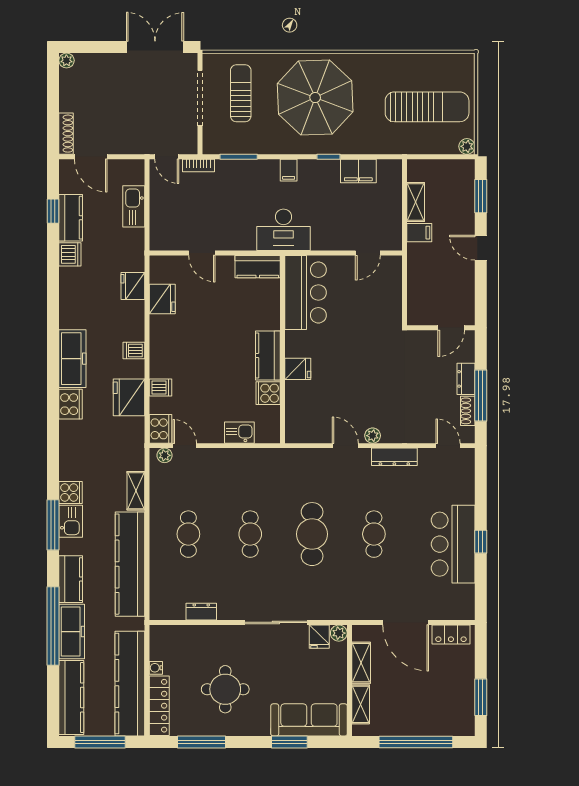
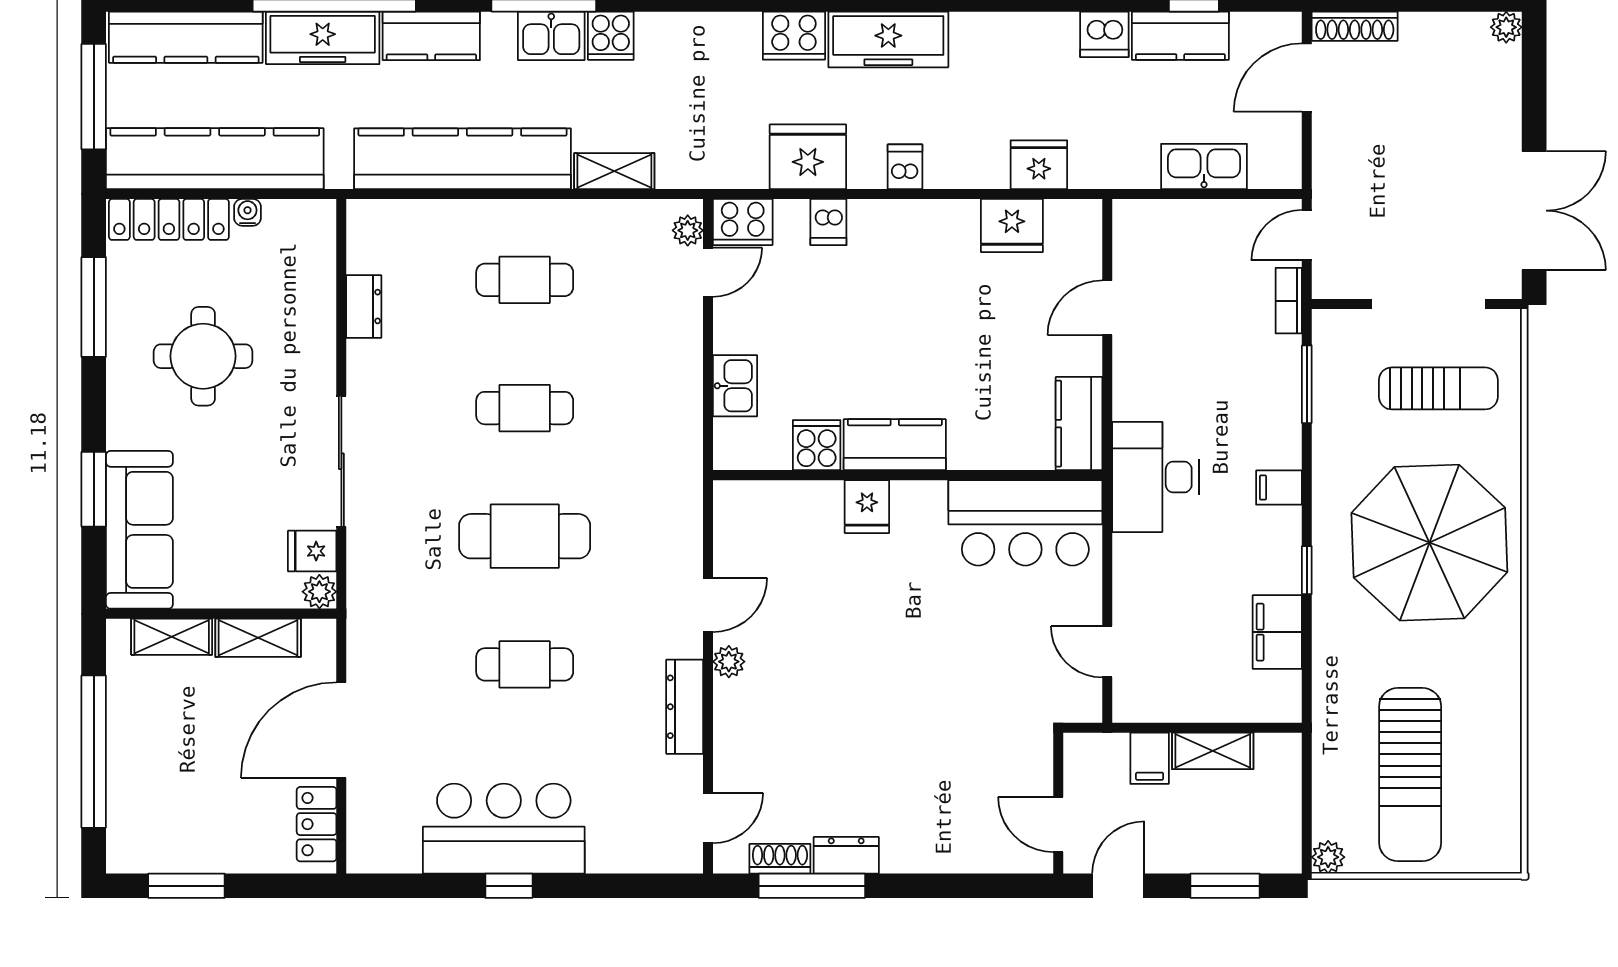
wall: (441, 328) -> (1058, 803), moved
door: (451, 328) -> (1058, 825), moved

